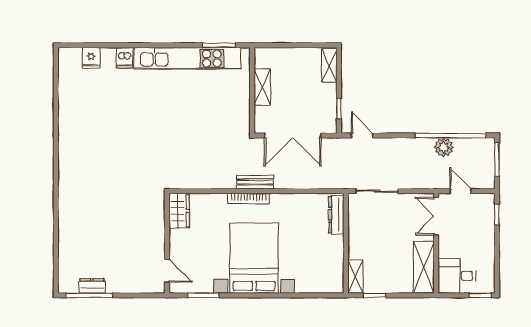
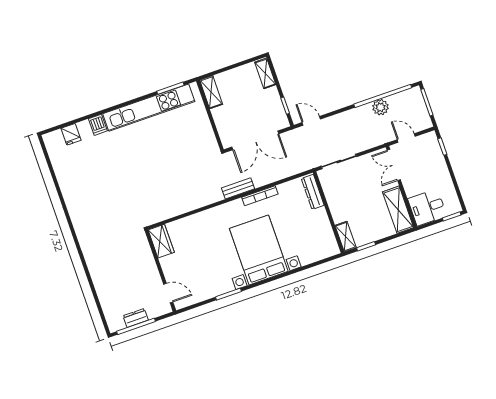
shelving: (262, 87) -> (211, 92), moved
bookcase: (249, 199) -> (260, 196), moved
wardrobe: (179, 211) -> (161, 241), moved
wall: (167, 243) -> (160, 271), moved
door: (167, 271) -> (168, 293), moved

